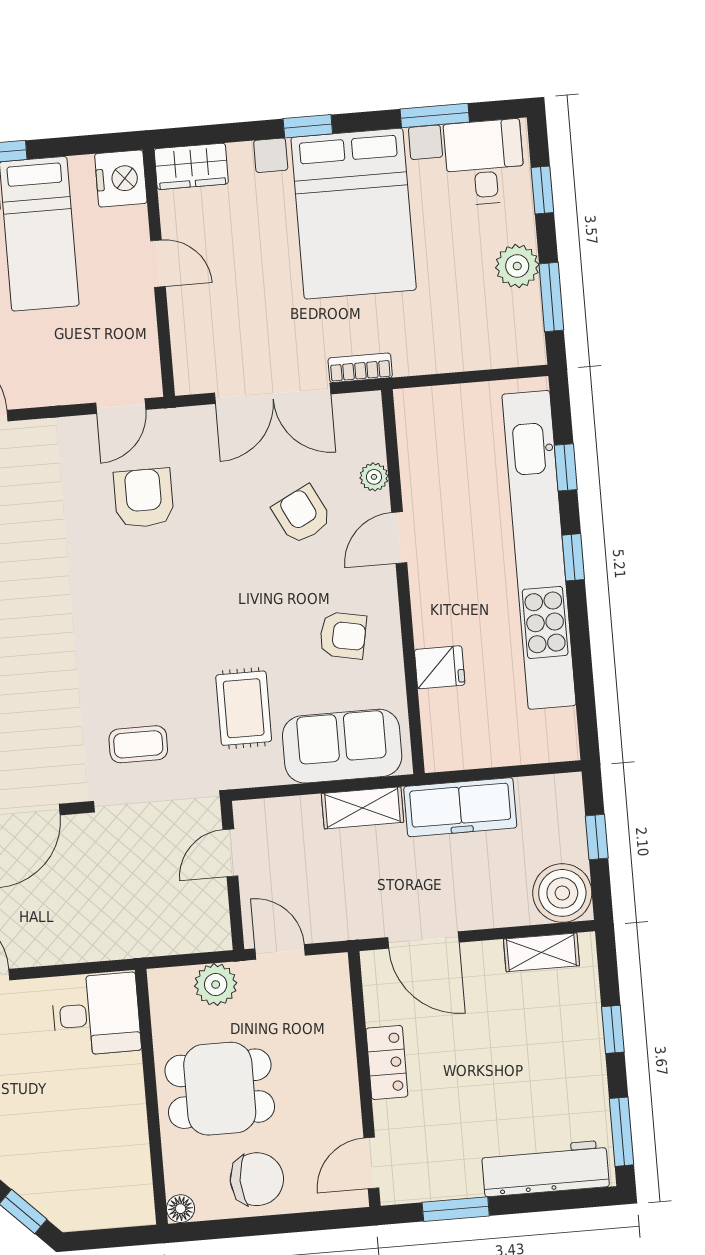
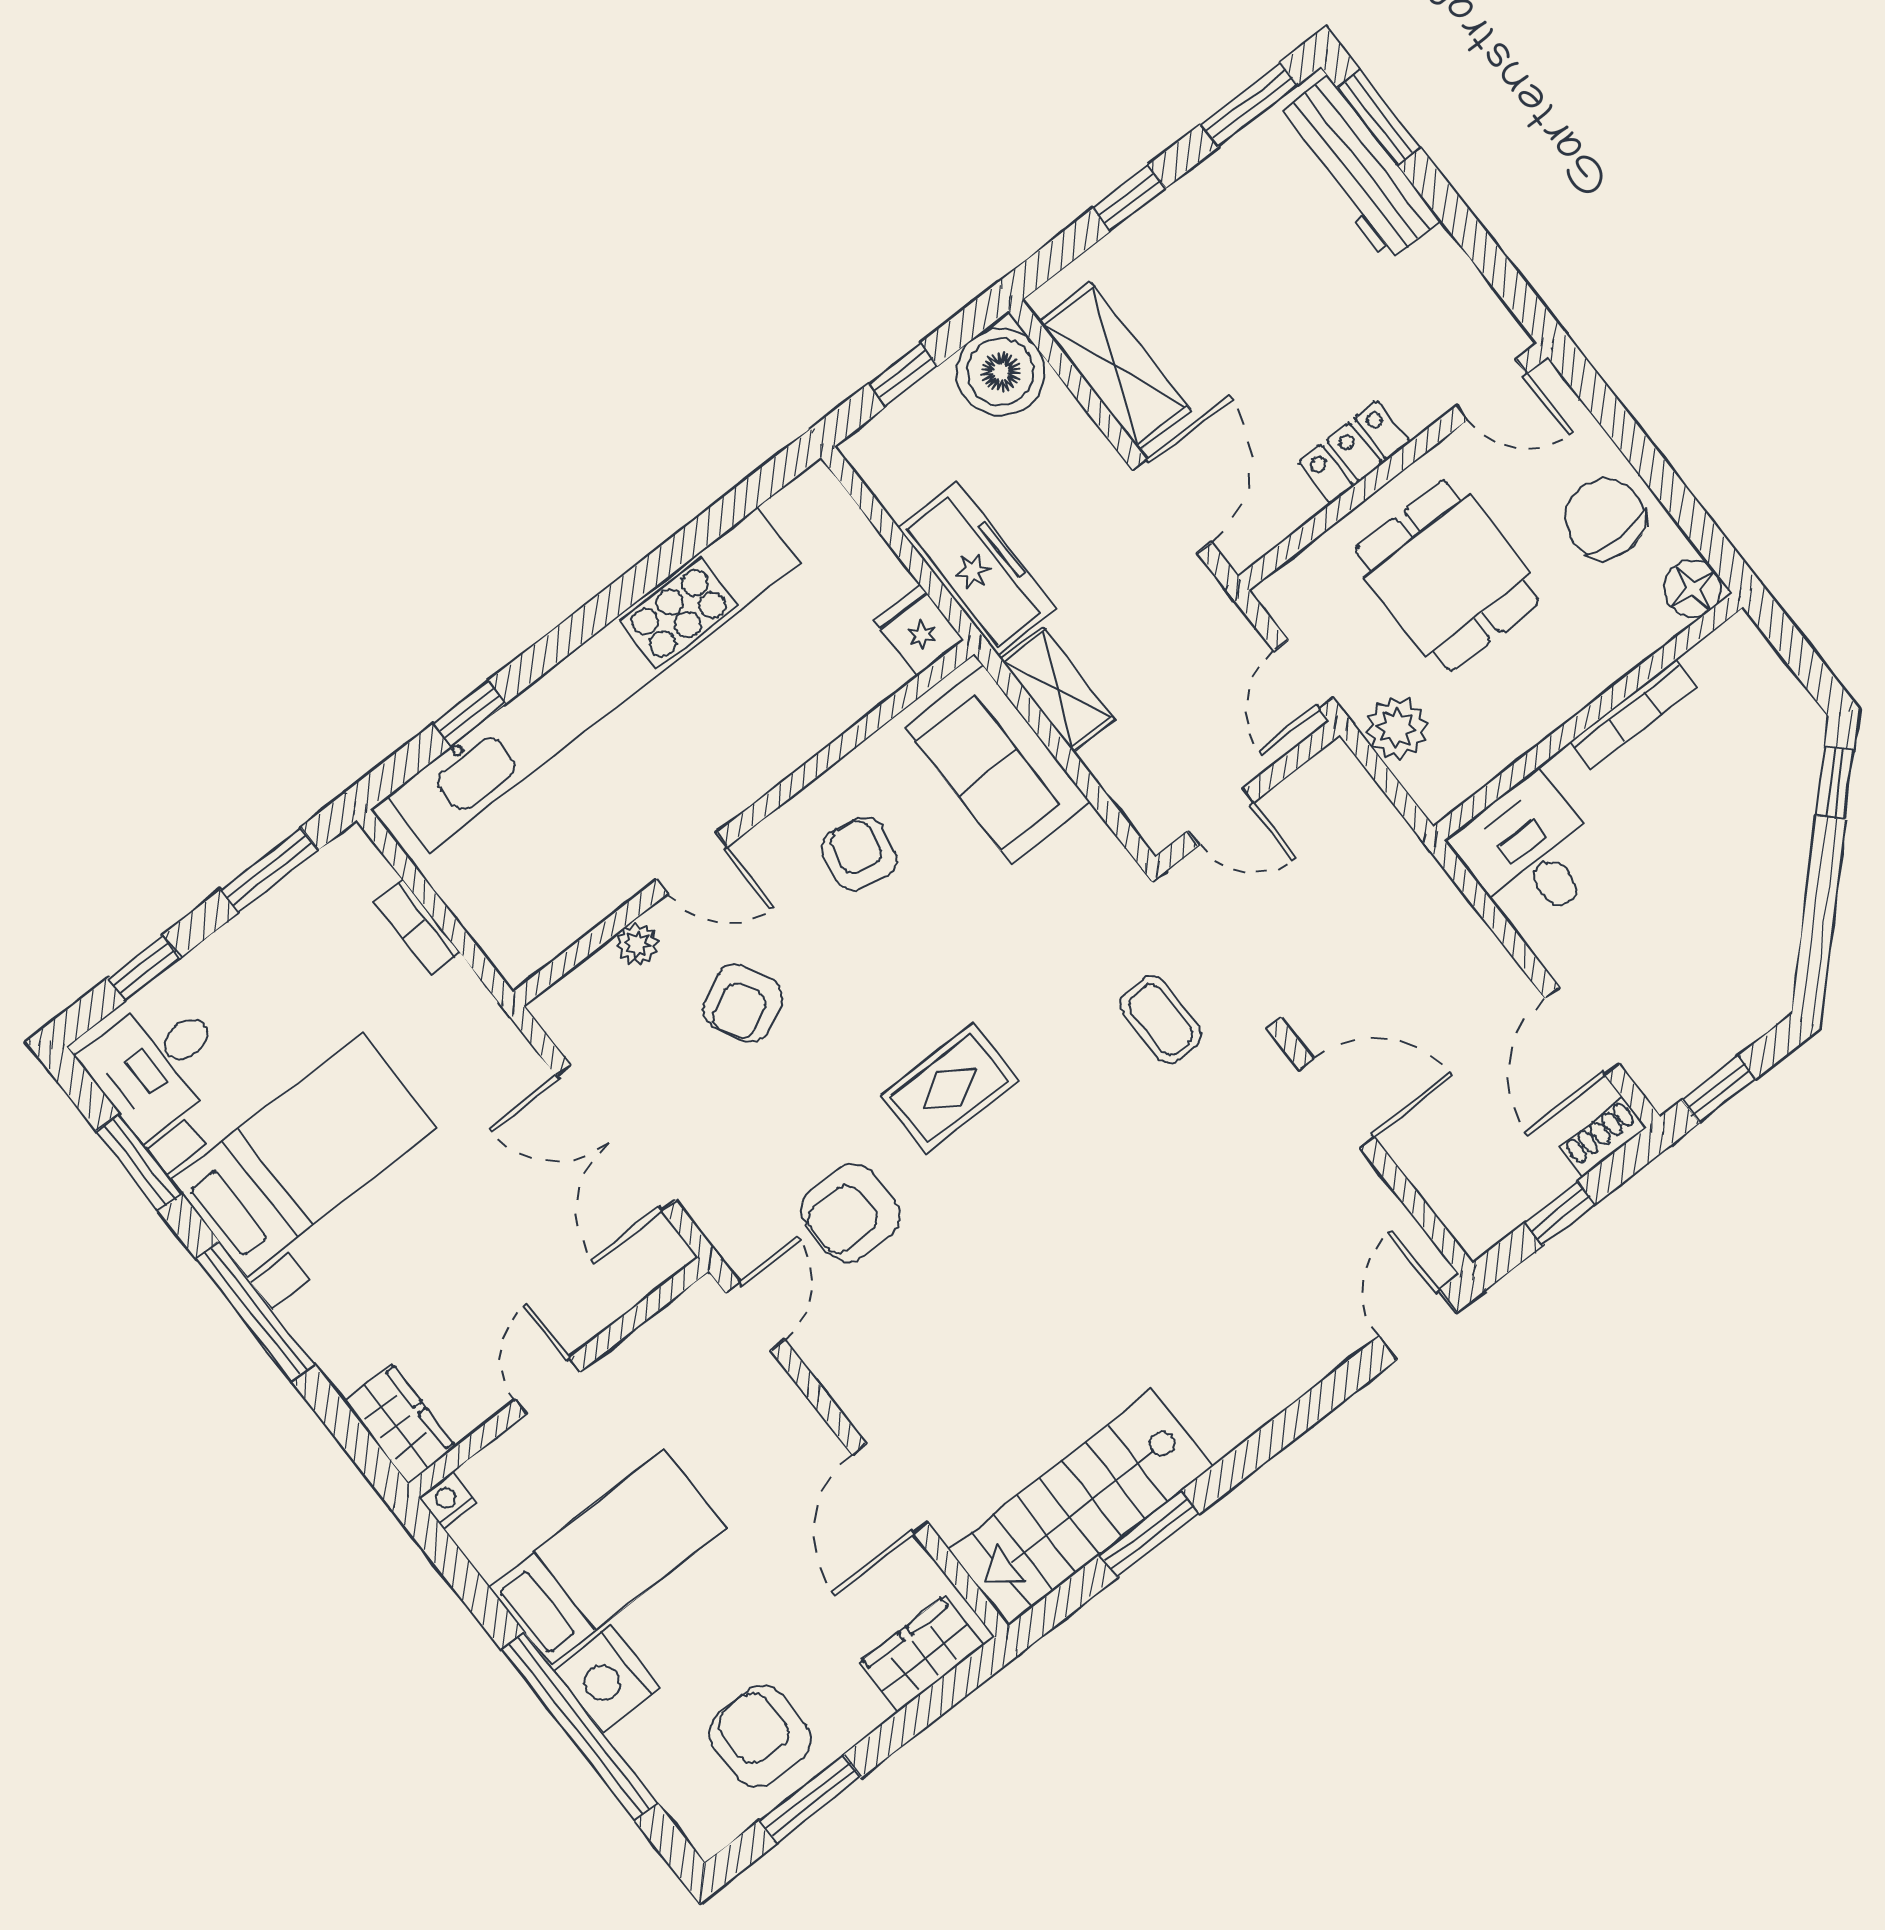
window: (308, 126) -> (255, 1311), width x2.17
nightstand: (121, 179) -> (448, 1500), width x0.53, depth x0.56
bed with nightstands: (354, 214) -> (304, 1154), width x0.73
plant: (517, 266) -> (259, 938), removed
bookcase: (360, 368) -> (417, 927), moved
double door: (273, 393) -> (616, 1138), swing flipped
door: (121, 406) -> (755, 1316), hinge flipped
window: (573, 557) -> (575, 631), removed
fridge: (440, 667) -> (919, 630), moved
rug: (244, 708) -> (950, 1088), moved
shelving: (541, 952) -> (1115, 366), width x1.50, depth x1.33
dining table: (220, 1089) -> (1447, 575), moved
bookcase: (136, 1123) -> (1633, 714), added
floor lamp: (180, 1209) -> (1693, 588), width x1.37, depth x1.37
window: (456, 1209) -> (1379, 117), moved

